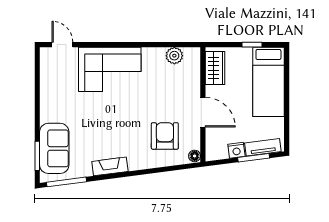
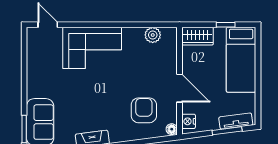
wardrobe: (215, 68) -> (198, 36), moved, turned 90
nightstand: (236, 150) -> (189, 121), moved, turned 97

